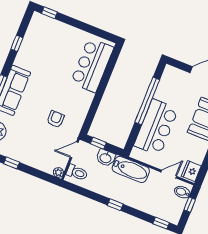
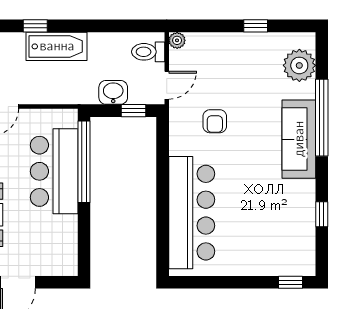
bar counter: (92, 65) -> (192, 213), width x1.36
window: (147, 101) -> (84, 162), moved
bathtub: (131, 169) -> (57, 46), moved, turned 180
window: (115, 205) -> (35, 26), moved

